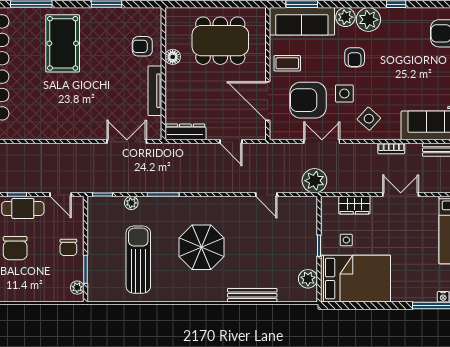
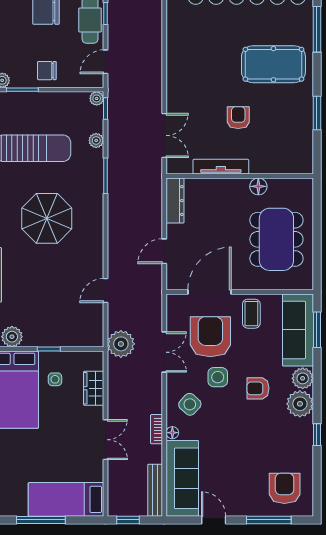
armchair: (142, 46) -> (238, 118), moved
floor lamp: (394, 134) -> (172, 433), added
plant: (94, 203) -> (97, 98), added

